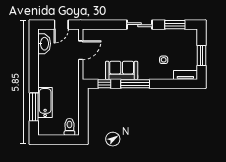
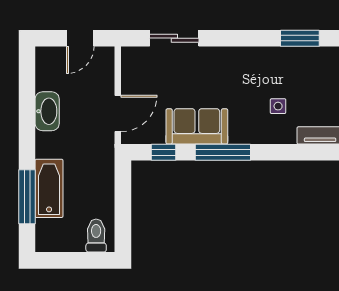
sliding door: (140, 25) -> (174, 38), moved
washbasin: (44, 44) -> (47, 111), moved
door: (81, 50) -> (118, 113), moved

